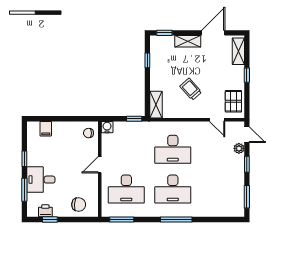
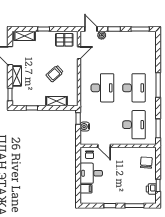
shelving: (156, 105) -> (57, 101), moved
water cooler: (107, 127) -> (85, 127), moved
door: (247, 135) -> (91, 29), hinge flipped
door: (100, 165) -> (104, 146), moved
desk: (41, 180) -> (91, 173), moved, turned 90

